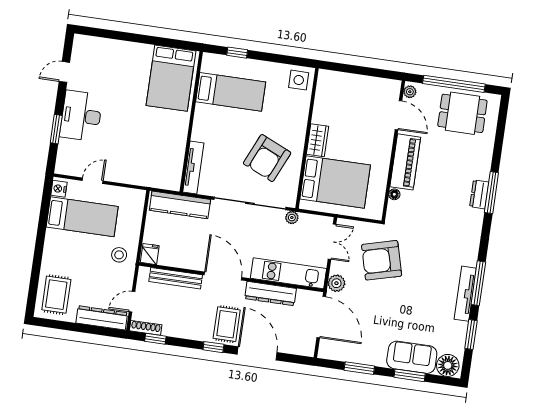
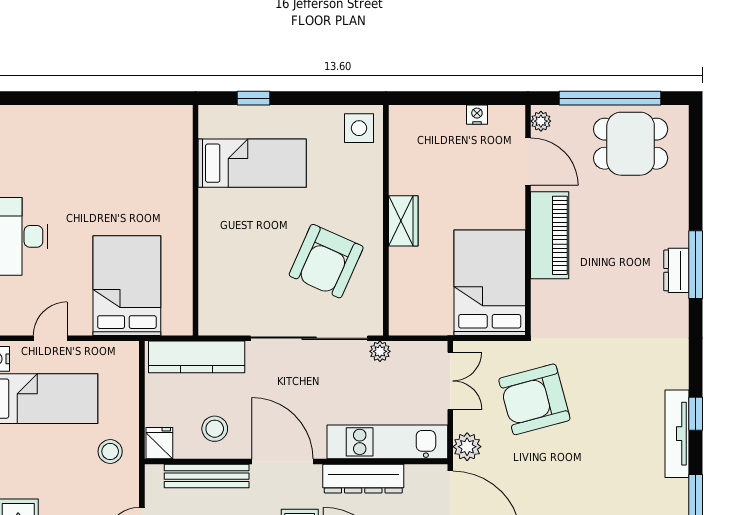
bed: (171, 78) -> (127, 286), moved, turned 180
nightstand: (372, 82) -> (477, 115), added
tv unit: (193, 167) -> (210, 293), removed
bed: (335, 182) -> (490, 283), moved, turned -90
floor lamp: (394, 194) -> (540, 290), removed
stool: (185, 250) -> (215, 429), added
window: (478, 283) -> (696, 414), width x0.46

